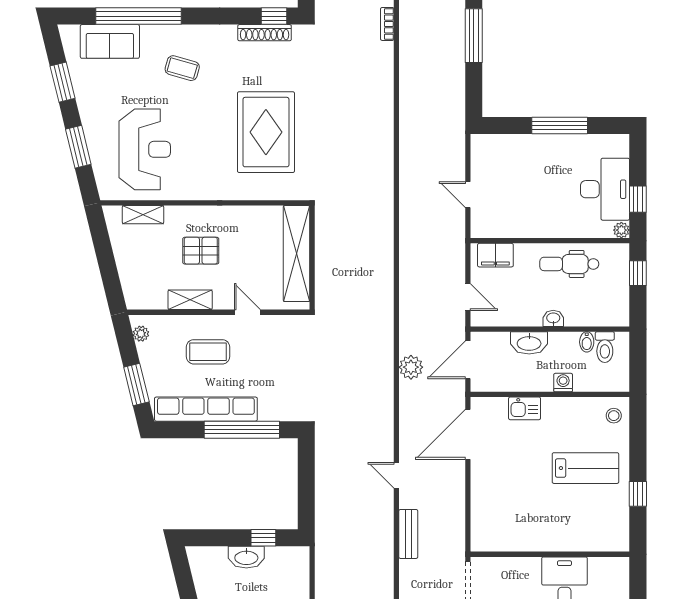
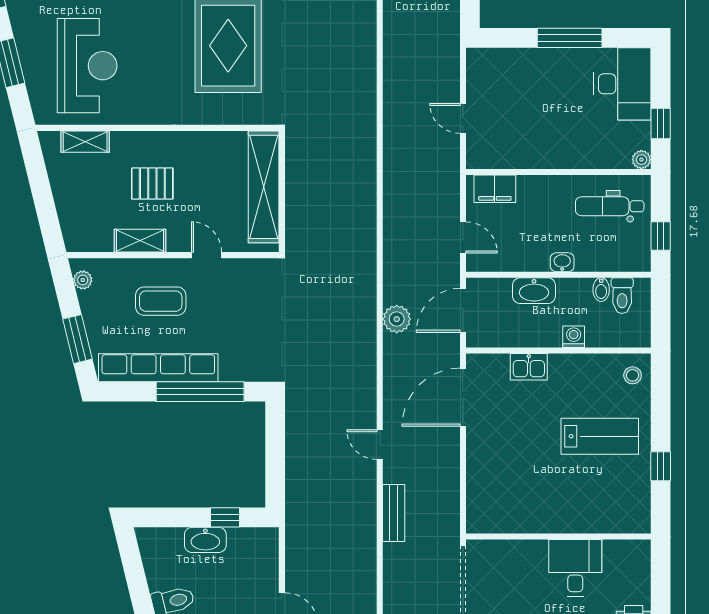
desk: (605, 189) -> (622, 84), moved
dental chair: (569, 264) -> (610, 206), moved
window: (638, 273) -> (661, 236), moved

